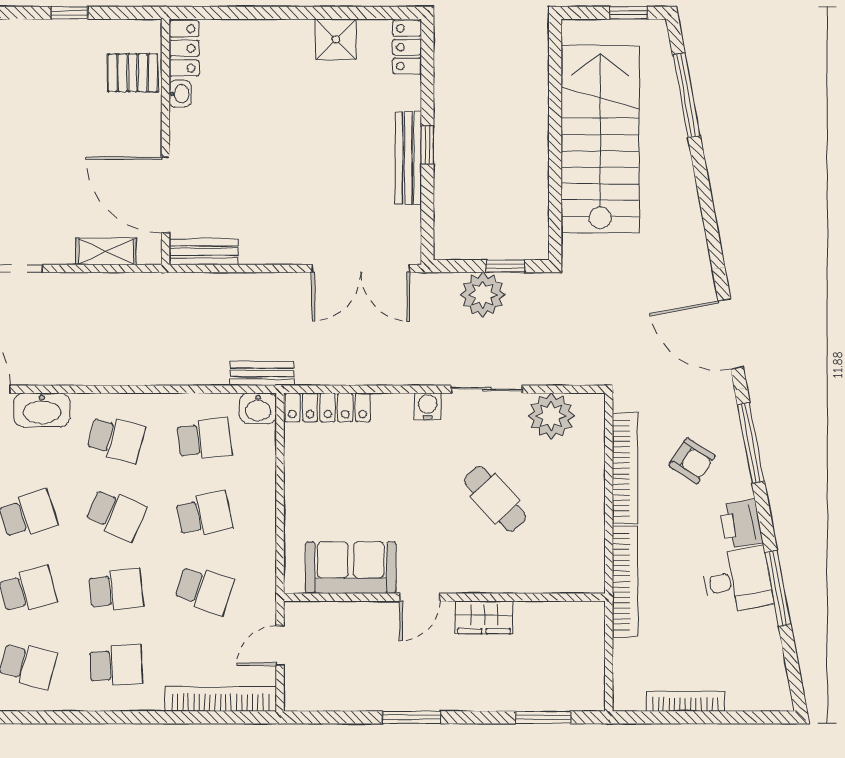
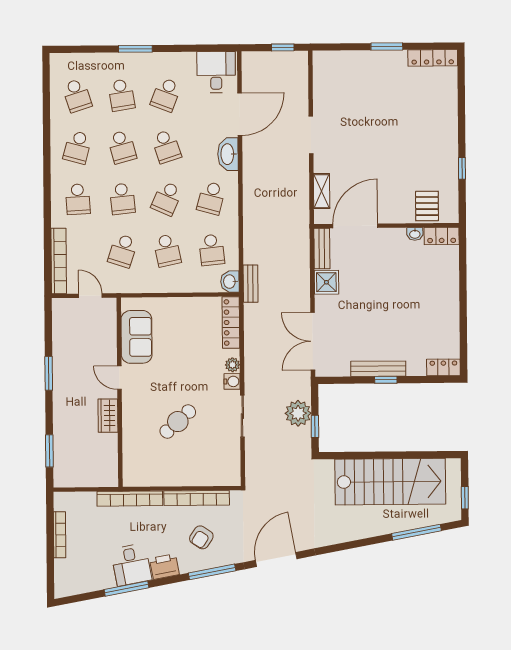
shower: (336, 39) -> (326, 282), moved
plant: (551, 416) -> (232, 365), moved, width x0.53, depth x0.53

